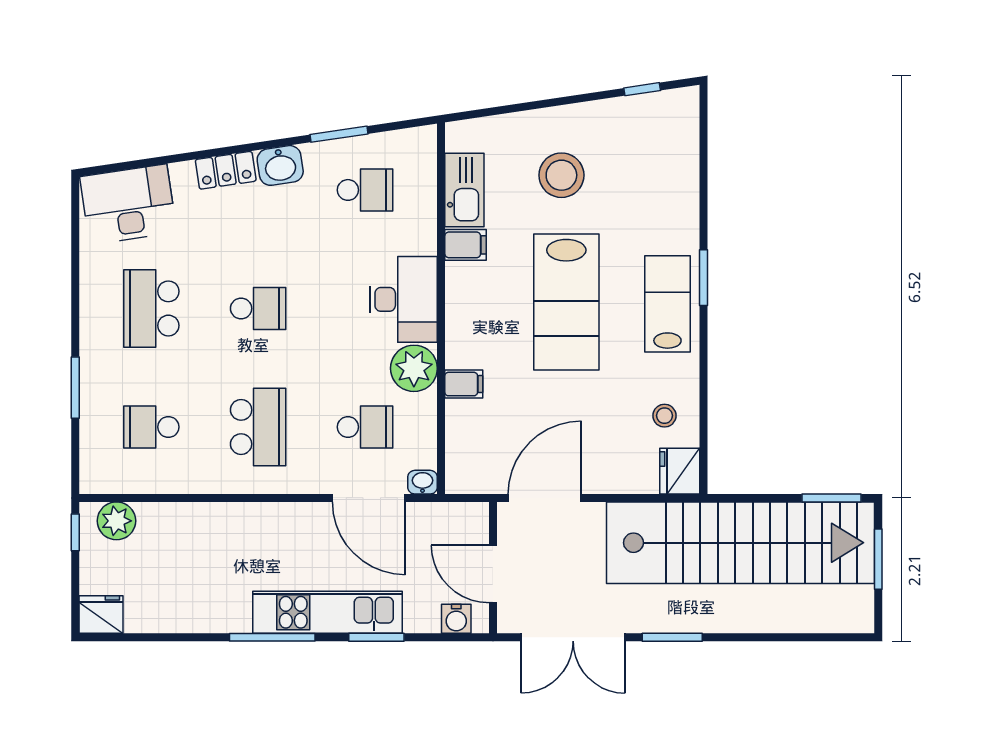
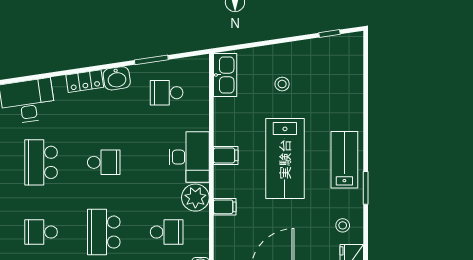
stool: (561, 175) -> (282, 84), width x0.53, depth x0.53
school desk: (365, 190) -> (167, 93), turned 180
kitchen sink: (464, 190) -> (225, 75), moved
filing cabinet: (466, 245) -> (226, 155), moved
window: (703, 278) -> (366, 188), moved
school desk: (258, 427) -> (104, 232), turned 180

